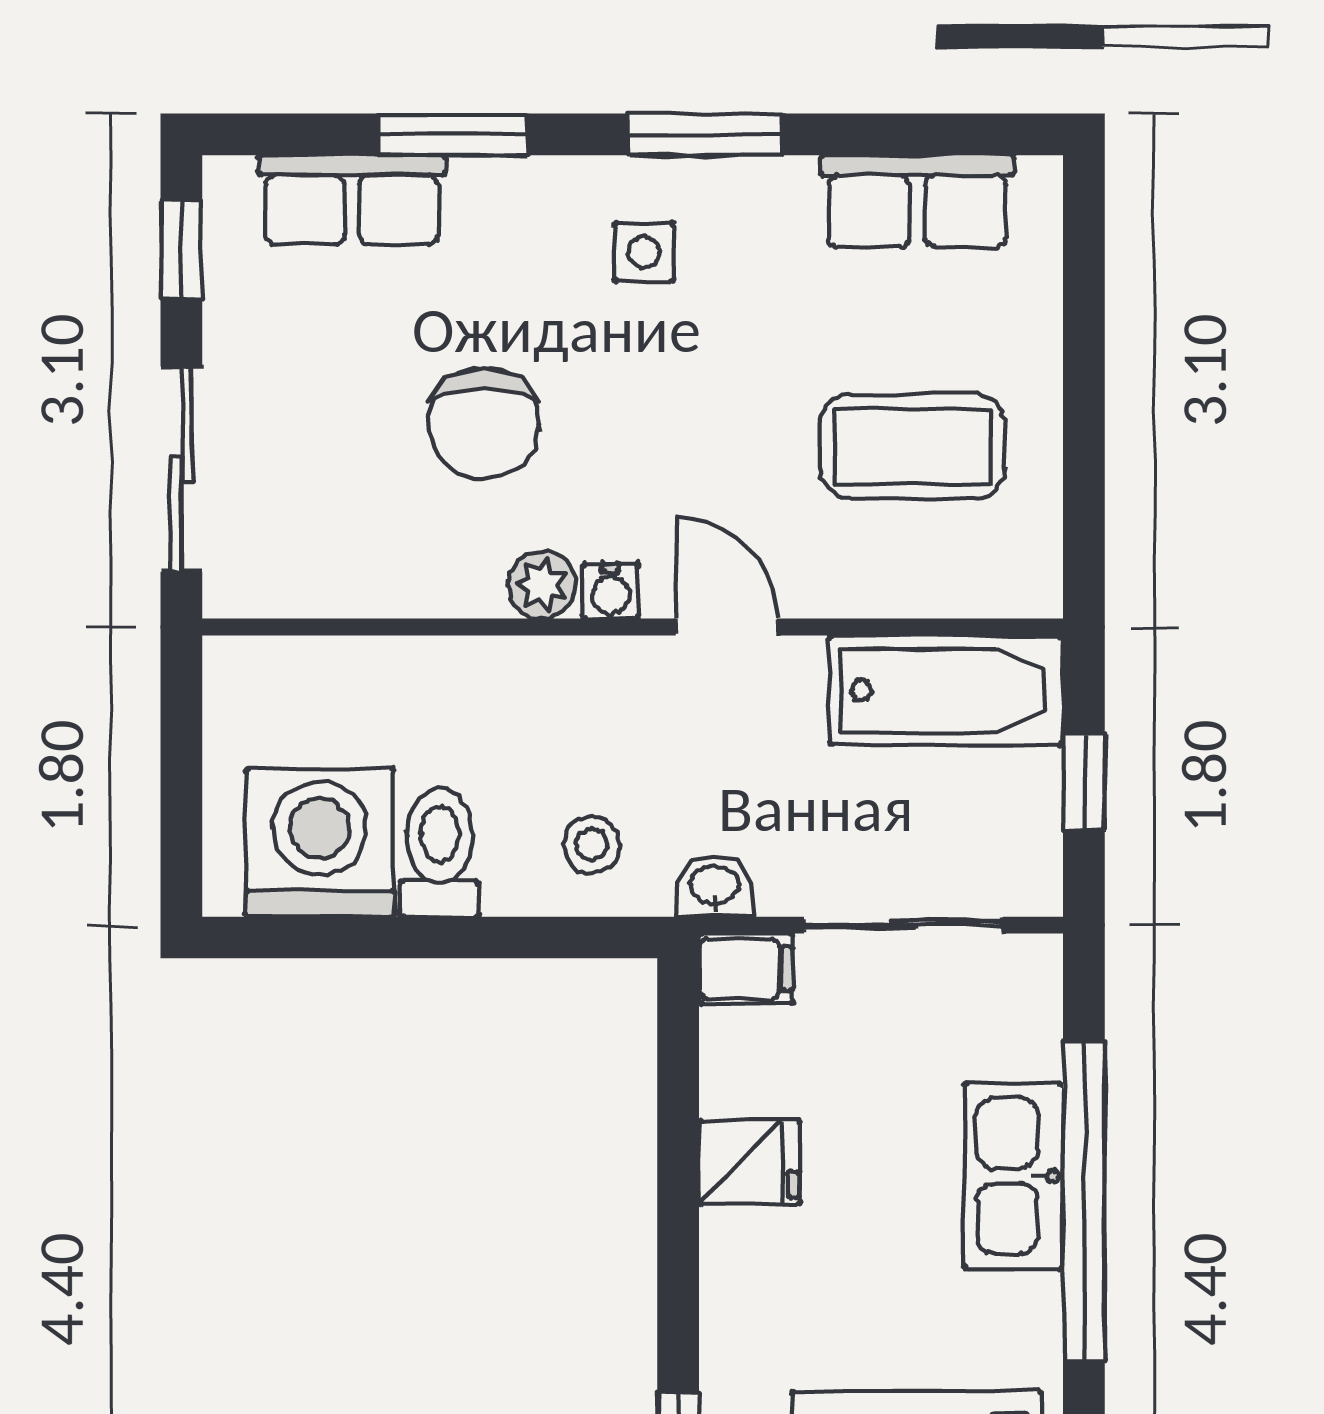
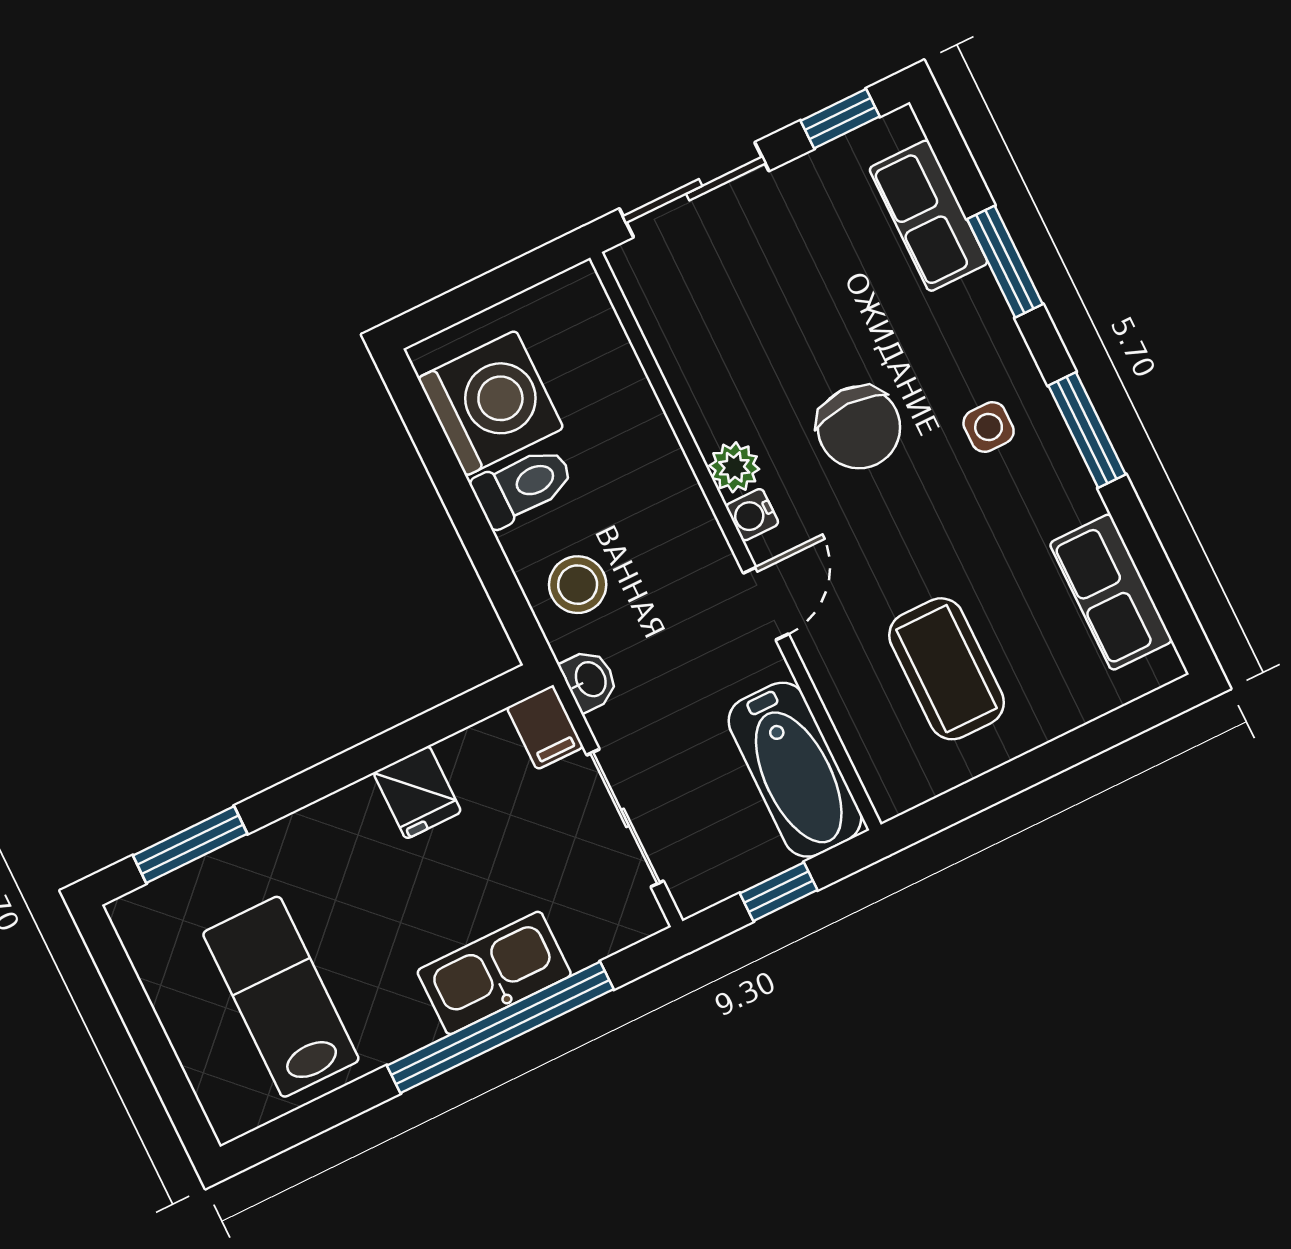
chair: (484, 424) -> (859, 427), moved, turned -90
stool: (592, 845) -> (578, 585), width x1.37, depth x1.37

